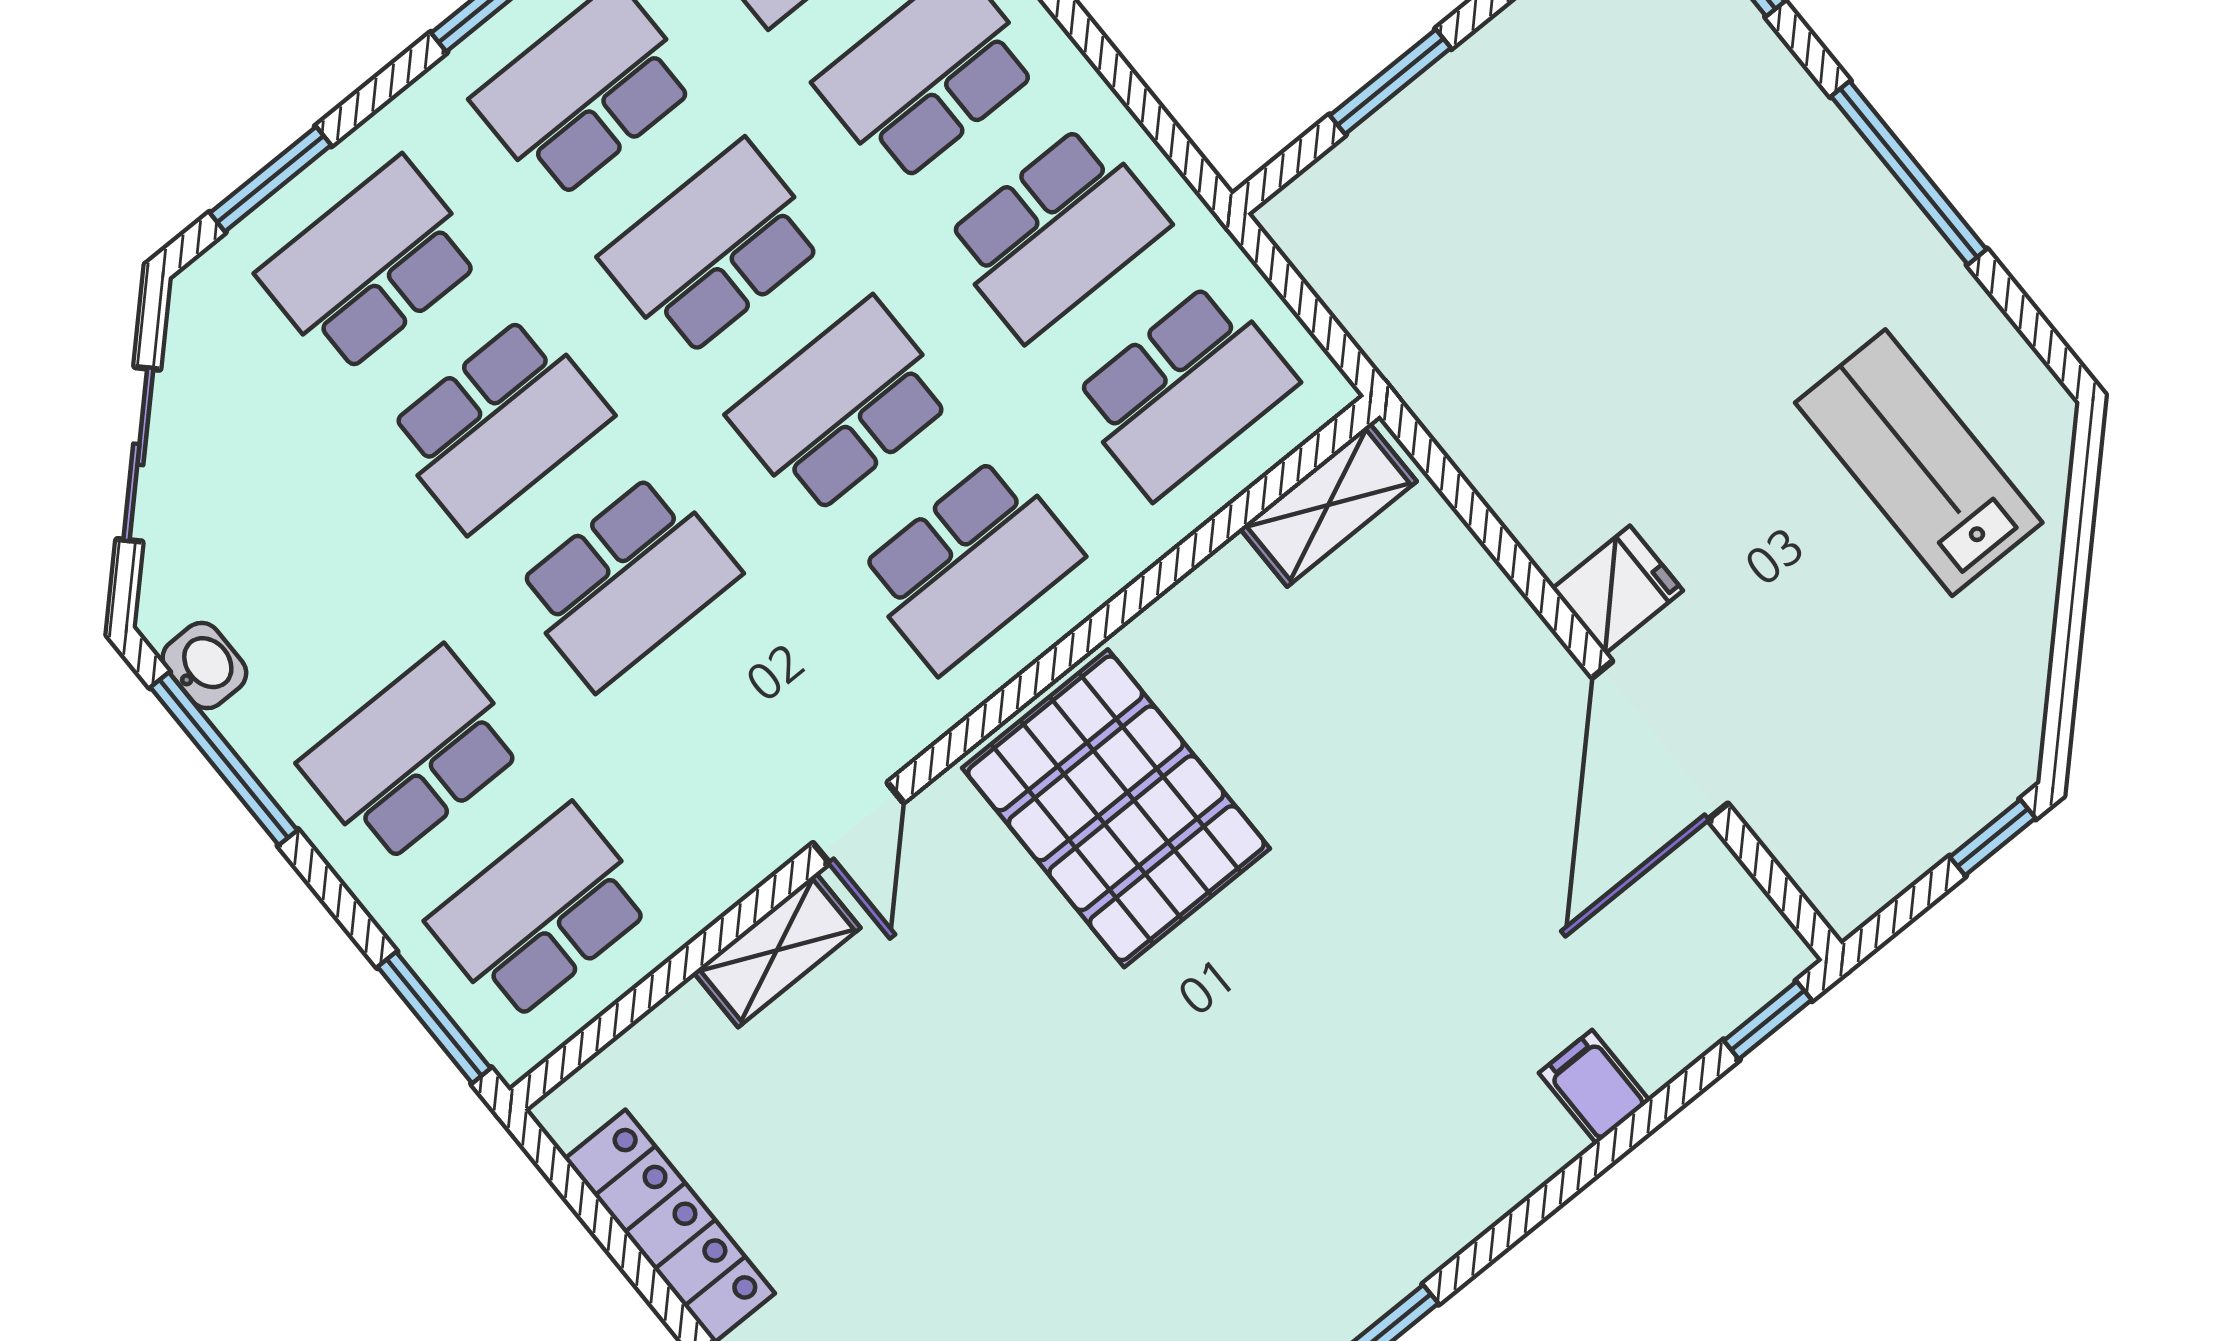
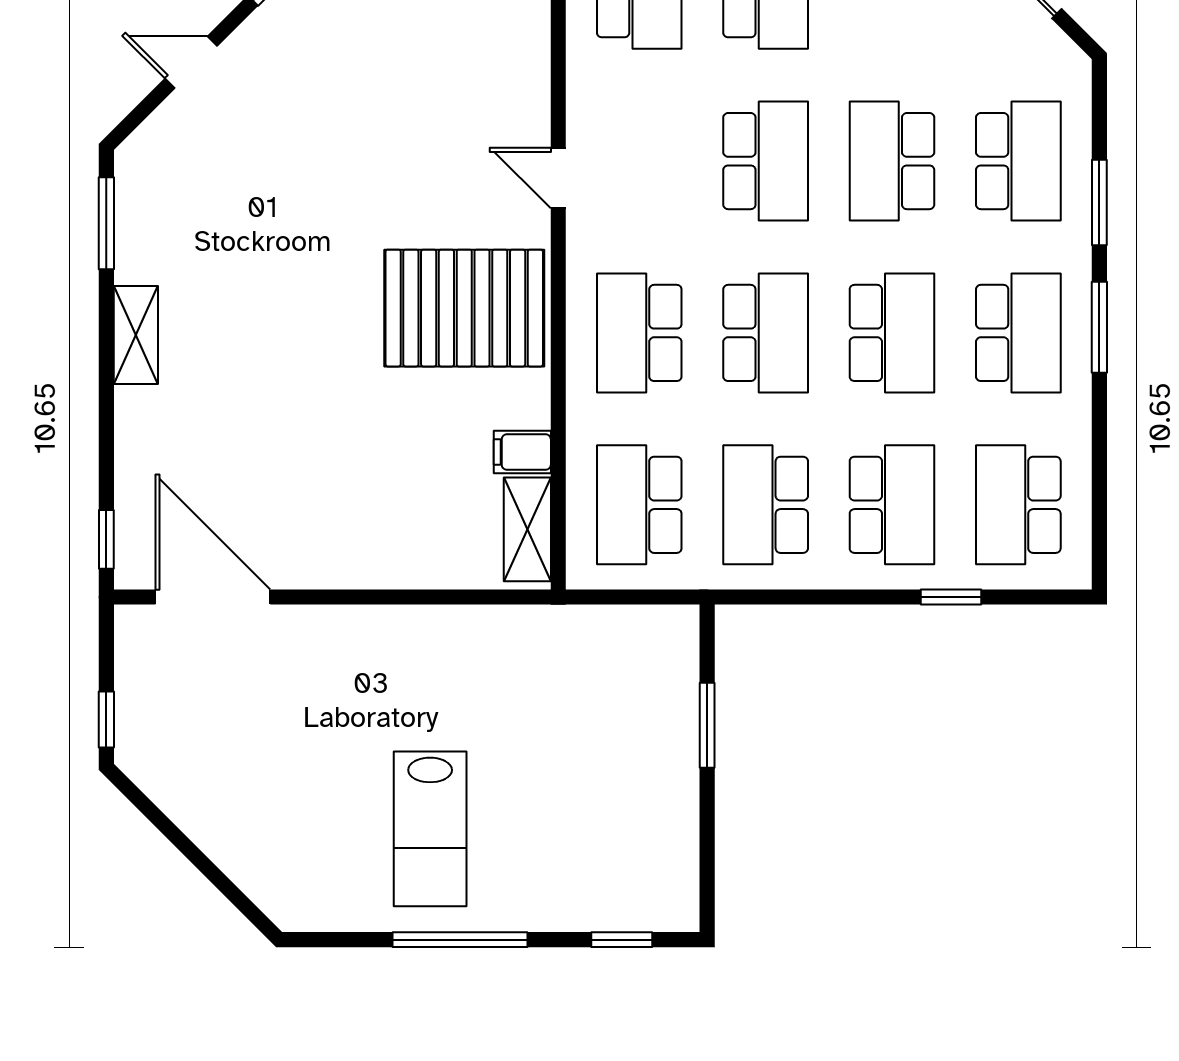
window: (270, 179) -> (1099, 203), moved
lab bench: (1919, 463) -> (430, 829), moved, turned 90
school desk: (627, 581) -> (766, 161), turned 180
fridge: (1617, 590) -> (373, 636), removed
door: (1660, 741) -> (213, 597), moved
shelving: (777, 950) -> (136, 335), moved
filing cabinet: (1594, 1087) -> (522, 452), moved, turned 180

